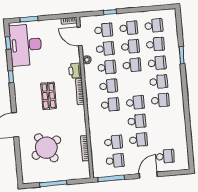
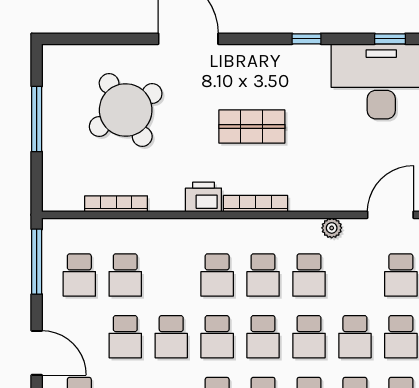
school desk: (105, 49) -> (263, 337), moved
printer: (75, 71) -> (203, 197), moved

